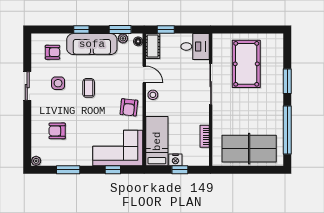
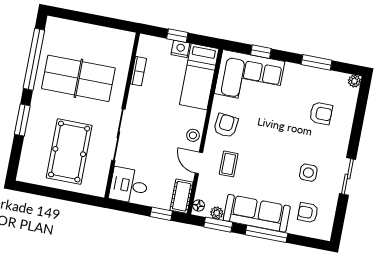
window: (81, 30) -> (266, 234), width x2.17
coffee table: (89, 88) -> (229, 164), moved
table tennis table: (249, 149) -> (78, 78), moved

